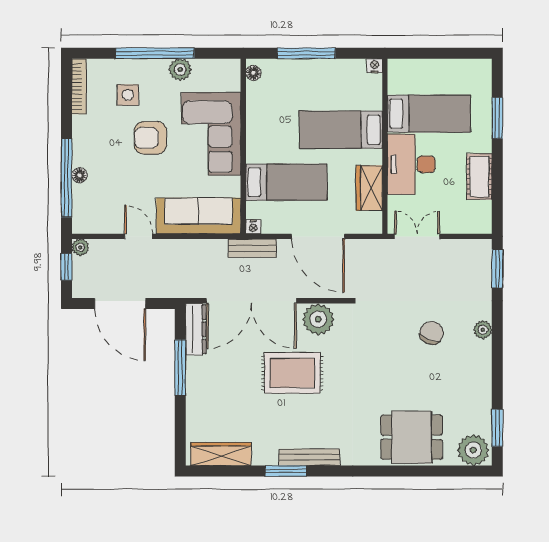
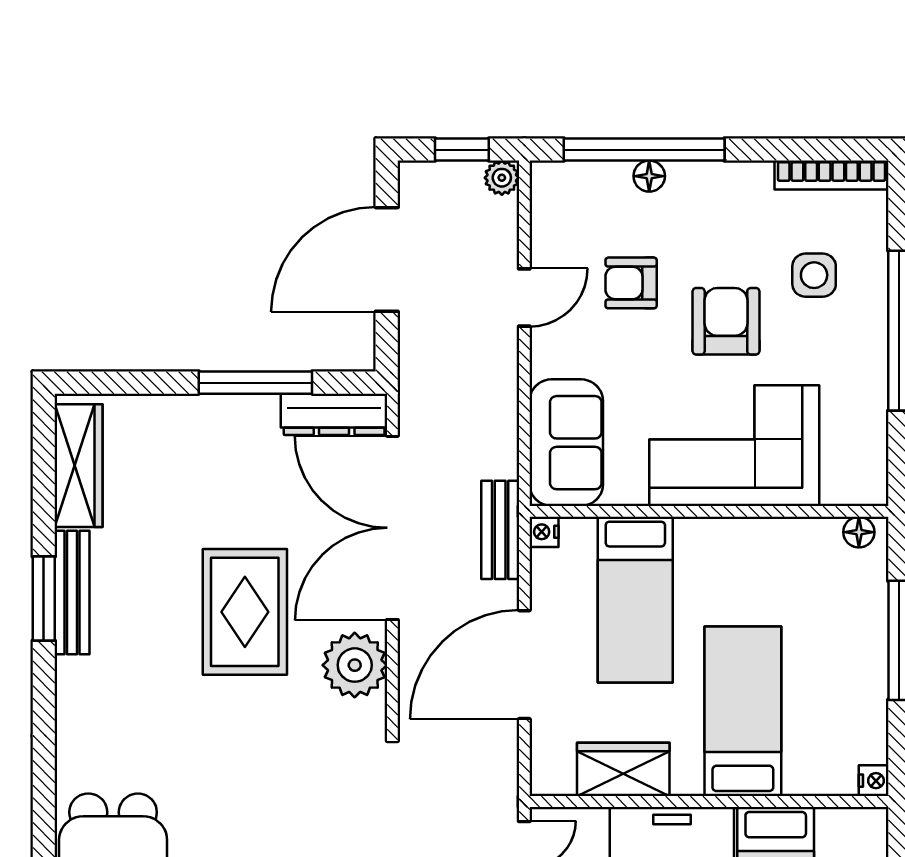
plant: (180, 70) -> (866, 382), removed
armchair: (132, 184) -> (631, 283), added
sofa: (198, 216) -> (566, 443), width x0.73
bench: (309, 457) -> (72, 593), moved

